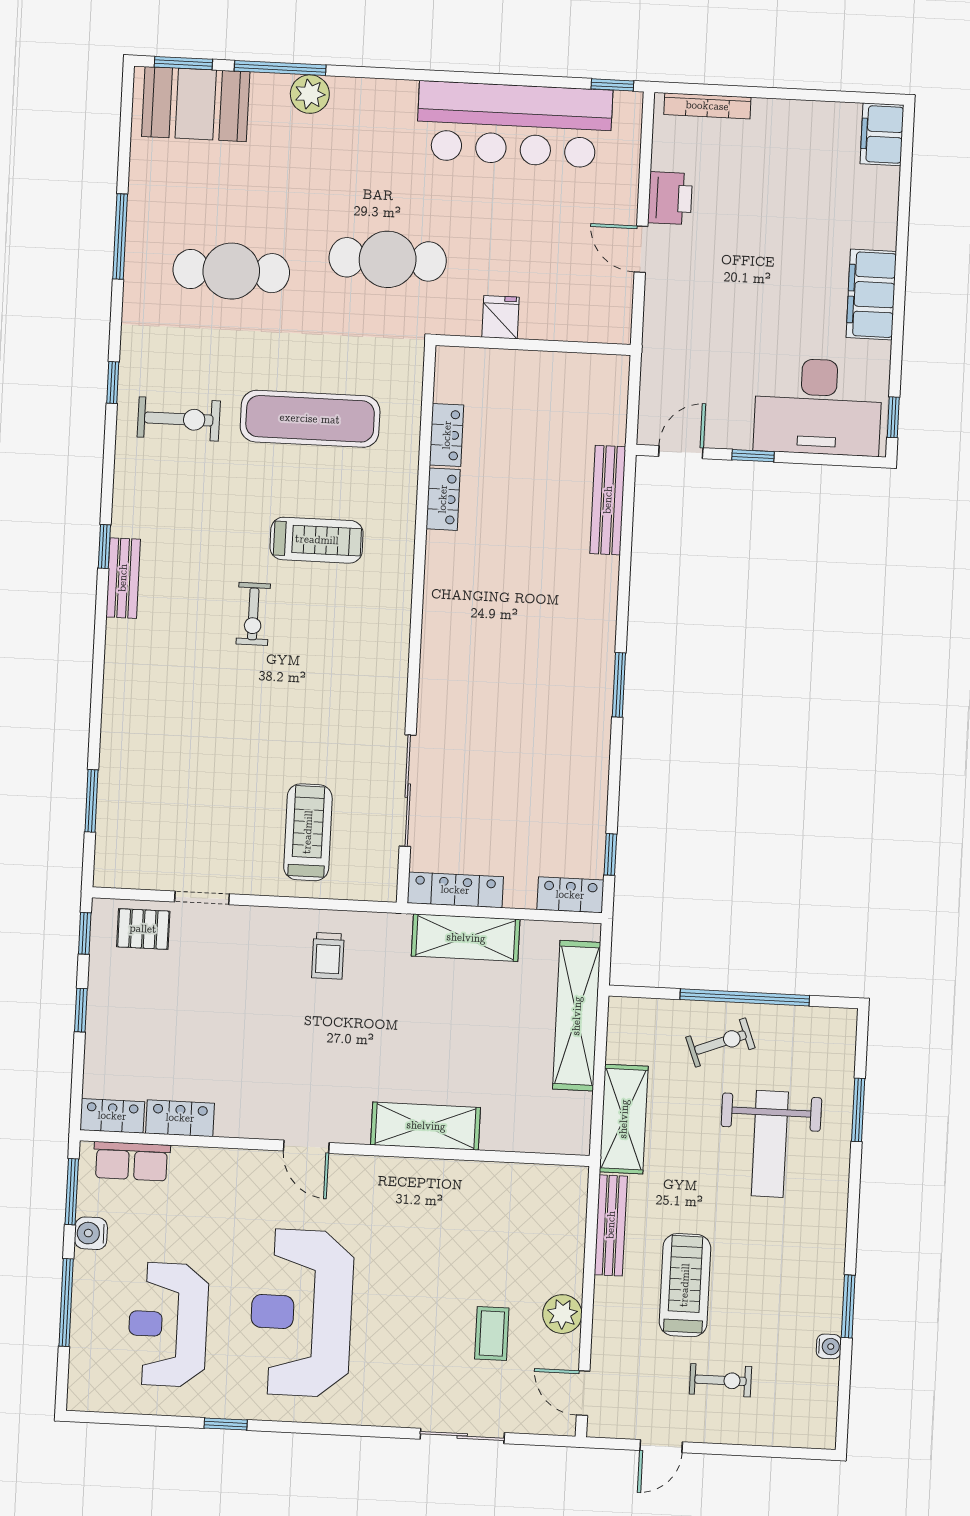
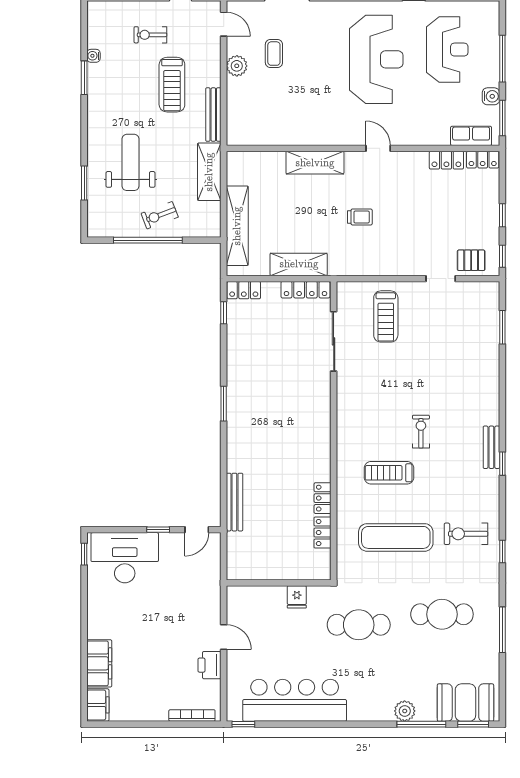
filing cabinet: (871, 295) -> (99, 663), moved
trolley: (328, 956) -> (360, 217), moved, turned 90

